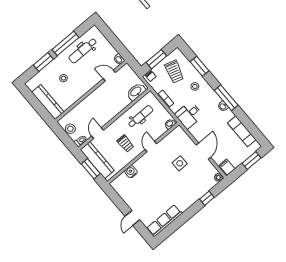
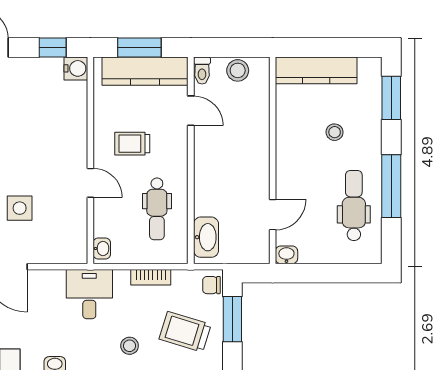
window: (43, 62) -> (391, 98), moved
water cooler: (131, 172) -> (76, 68), moved
window: (116, 198) -> (53, 47), added

